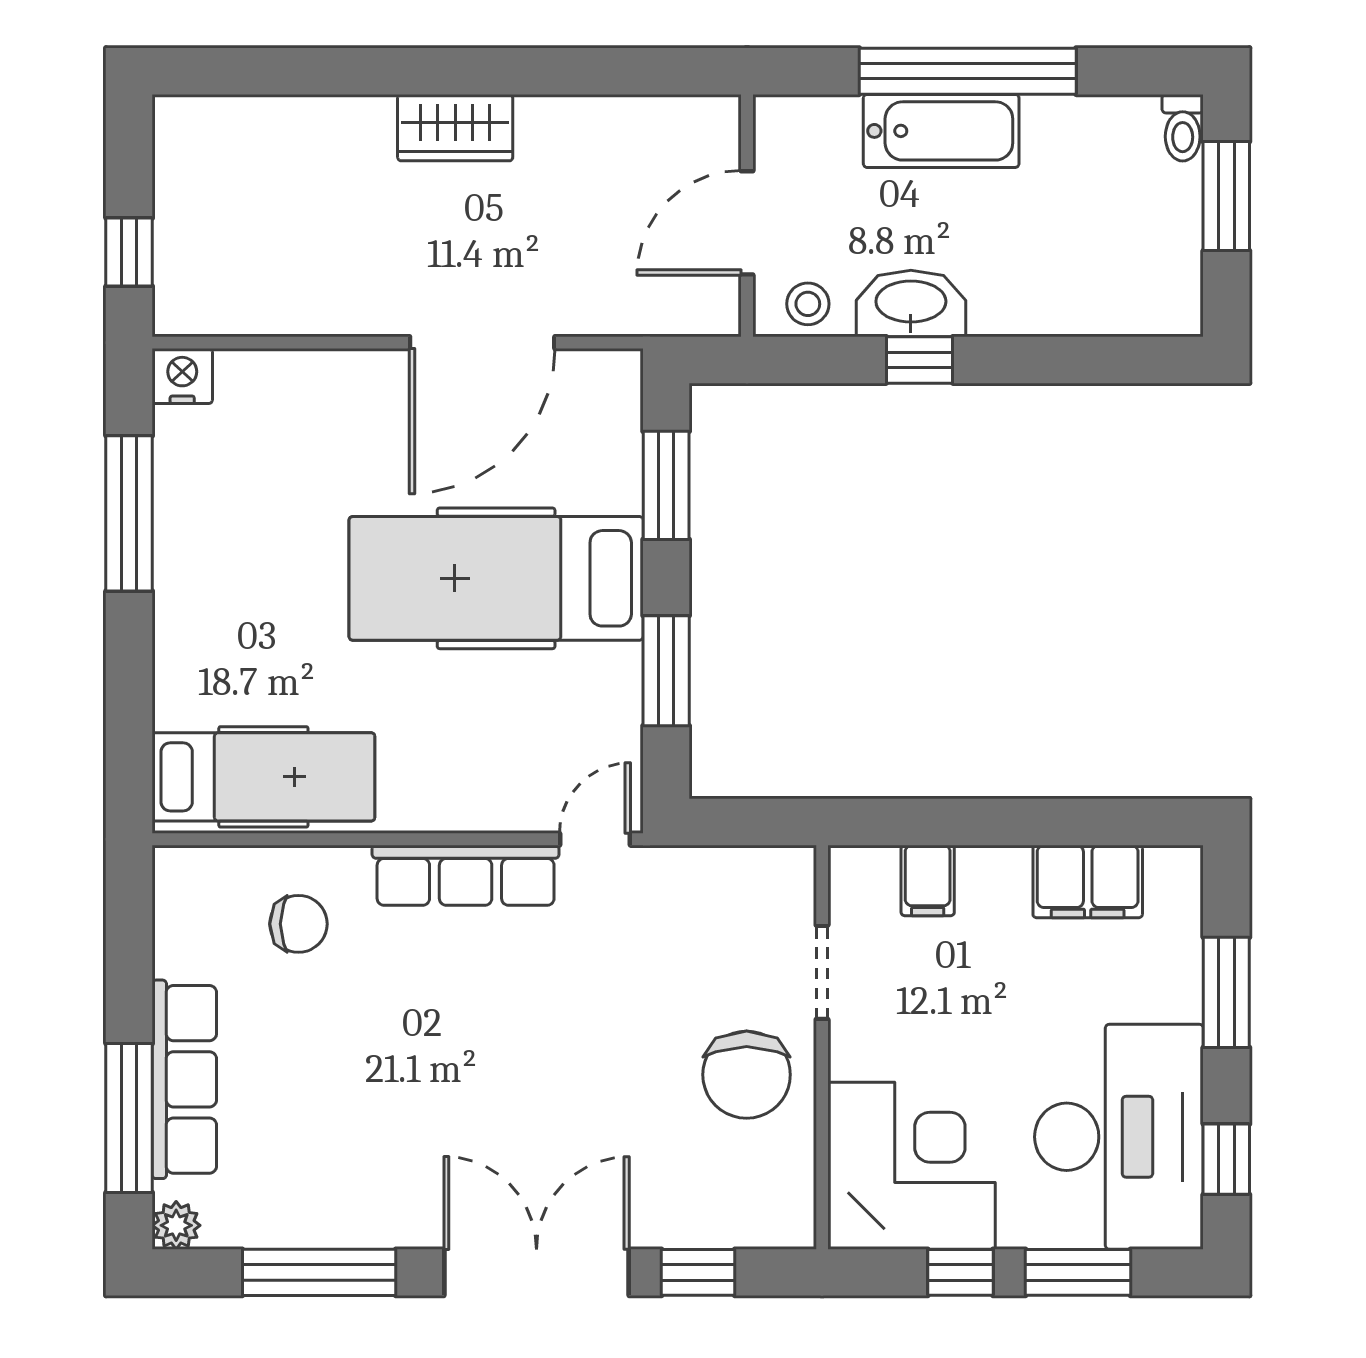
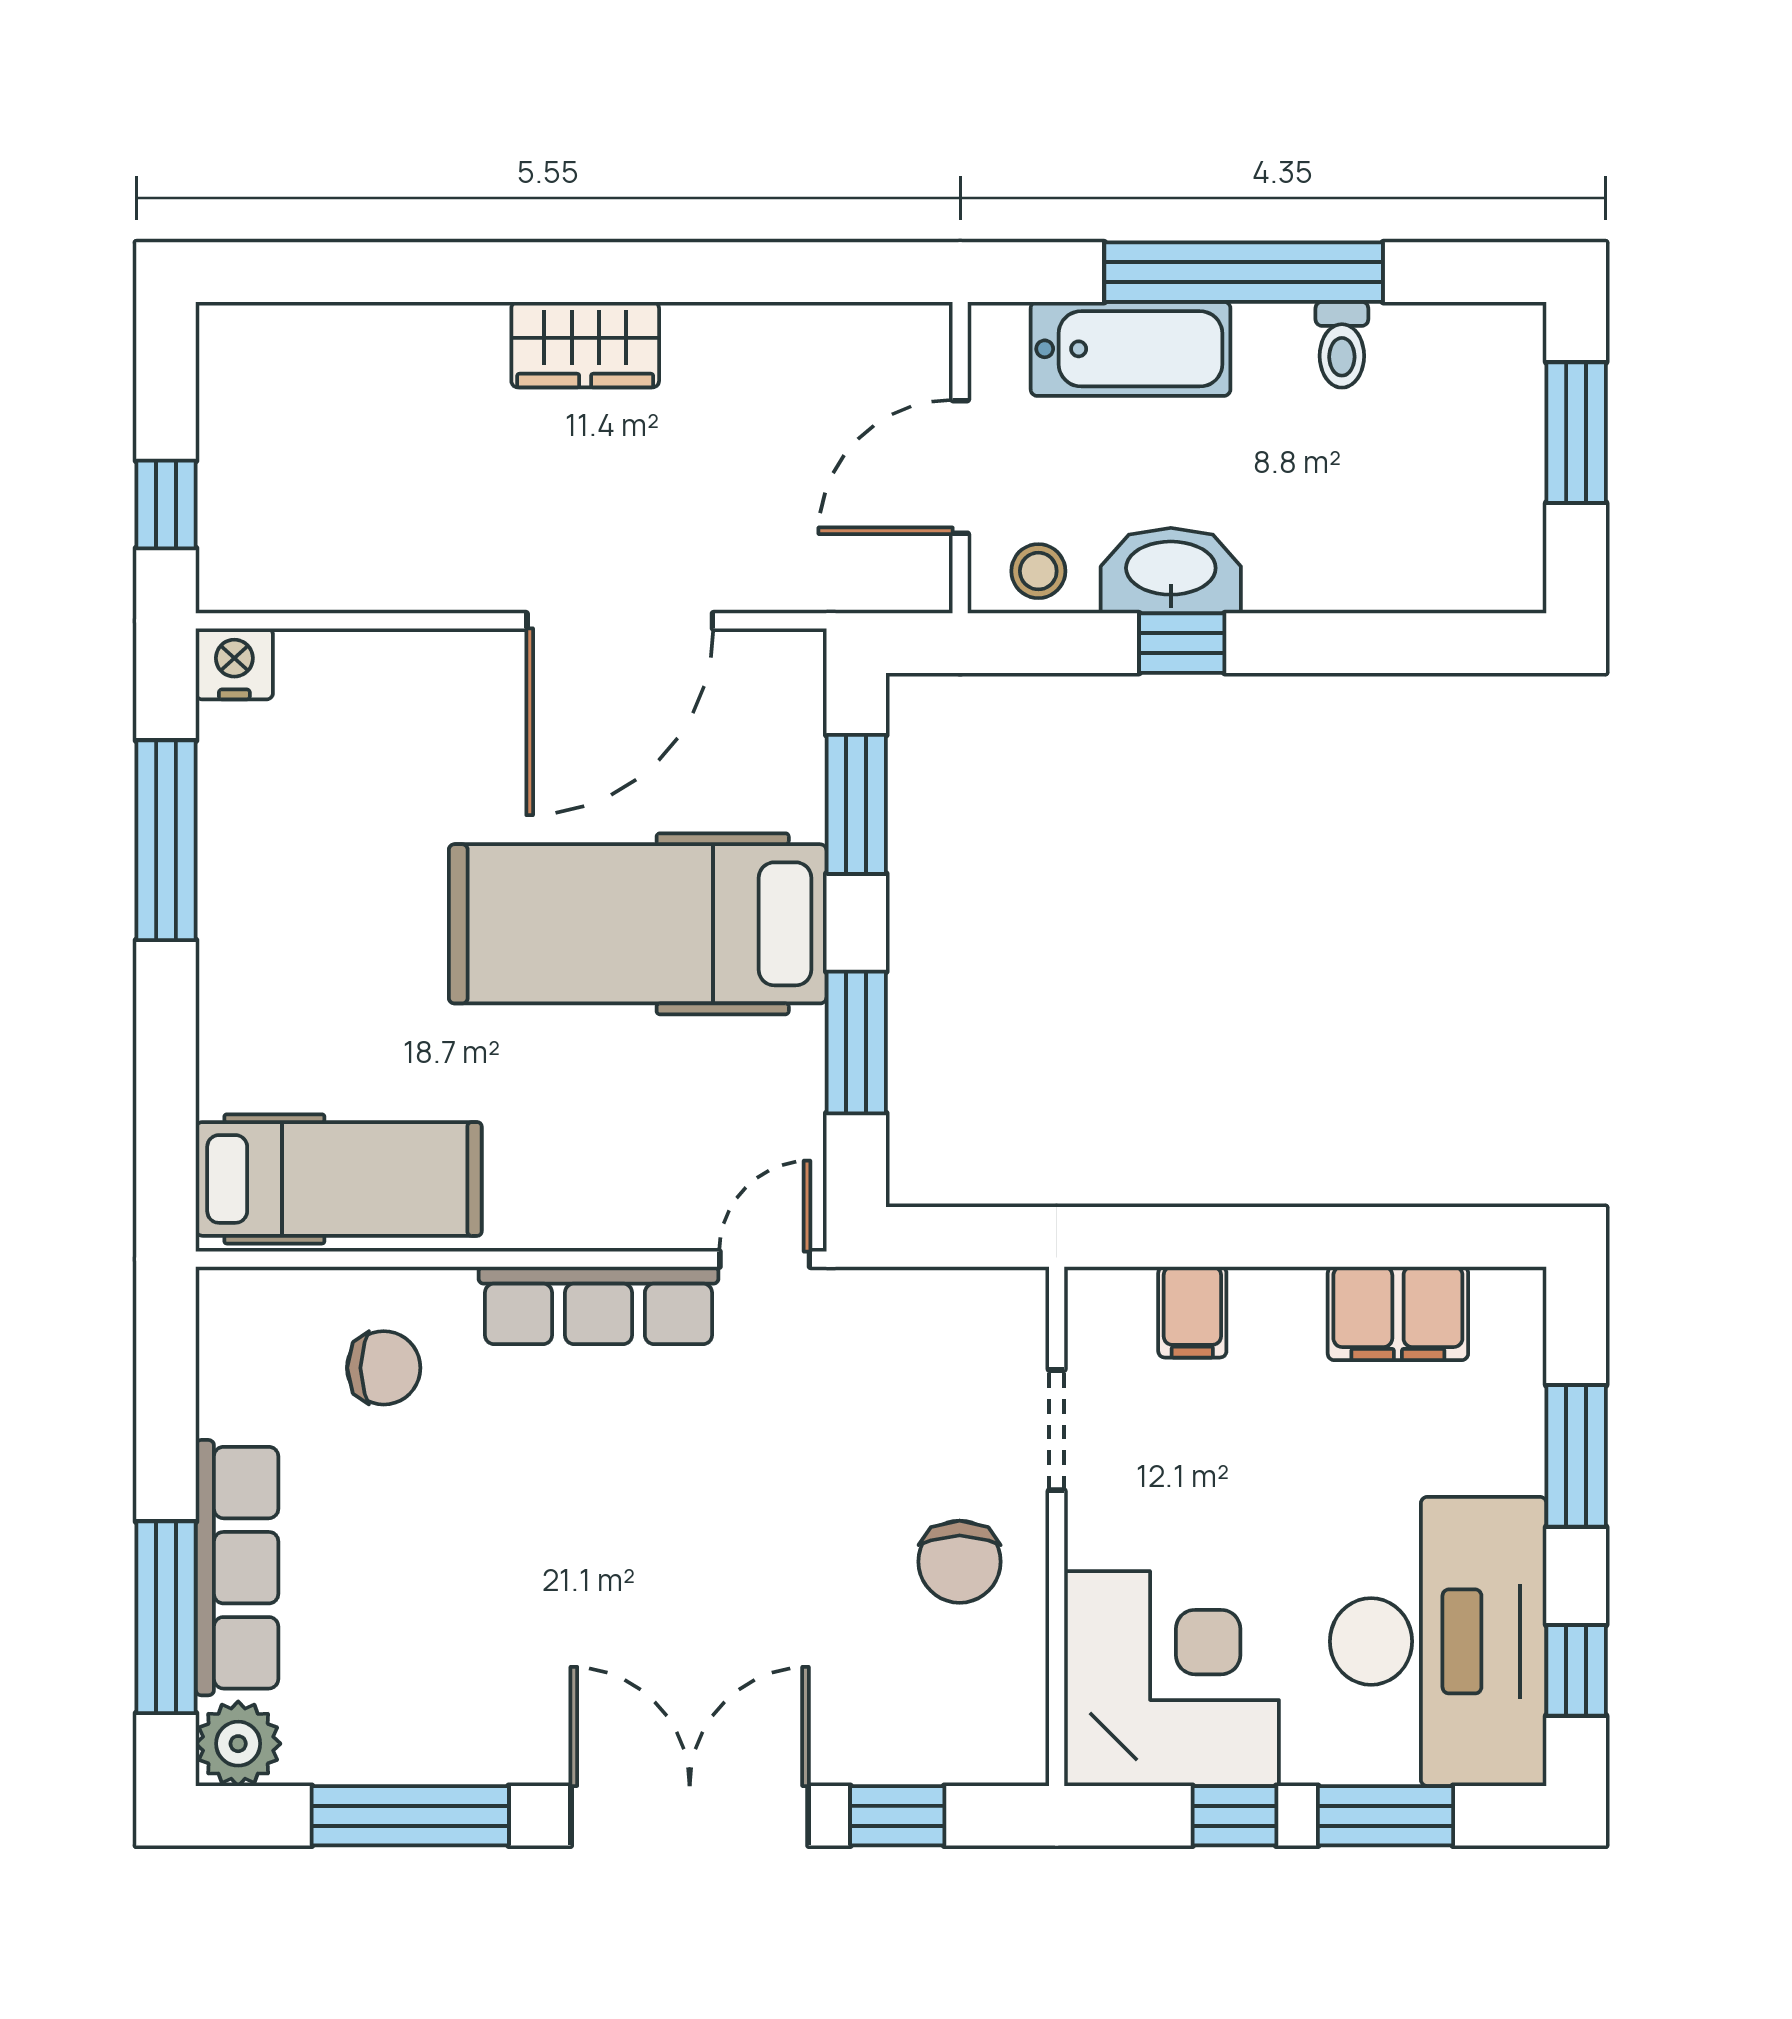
toilet: (1183, 128) -> (1342, 345), moved
bathtub: (941, 131) -> (1131, 349), moved
chair: (747, 1075) -> (960, 1562), width x0.73, depth x0.73
plant: (176, 1225) -> (238, 1744), width x1.38, depth x1.38

